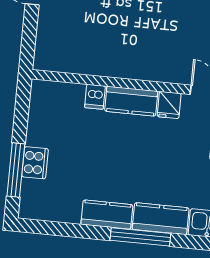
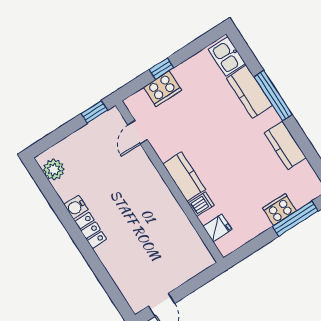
fridge: (169, 105) -> (217, 228), moved
kitchen counter: (107, 215) -> (285, 145), moved

